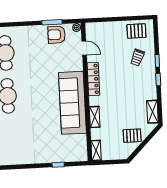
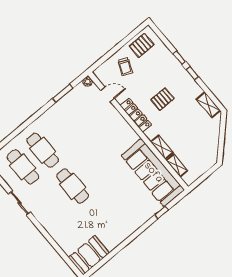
armchair: (57, 35) -> (75, 101), removed
trolley: (137, 57) -> (125, 67), moved
sofa: (72, 103) -> (153, 173), moved
pallet: (132, 136) -> (162, 99), moved
shelving: (96, 150) -> (177, 166), moved

